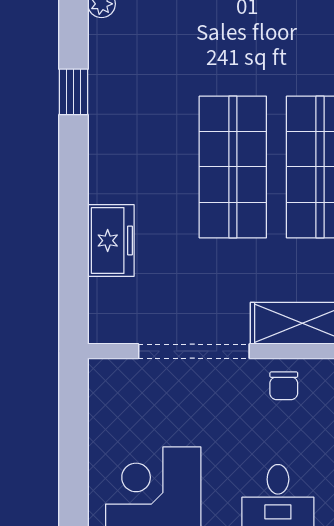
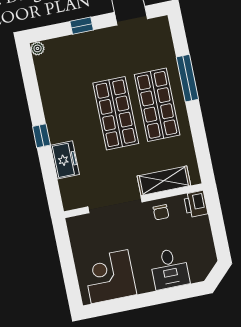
window: (74, 92) -> (41, 136), moved

